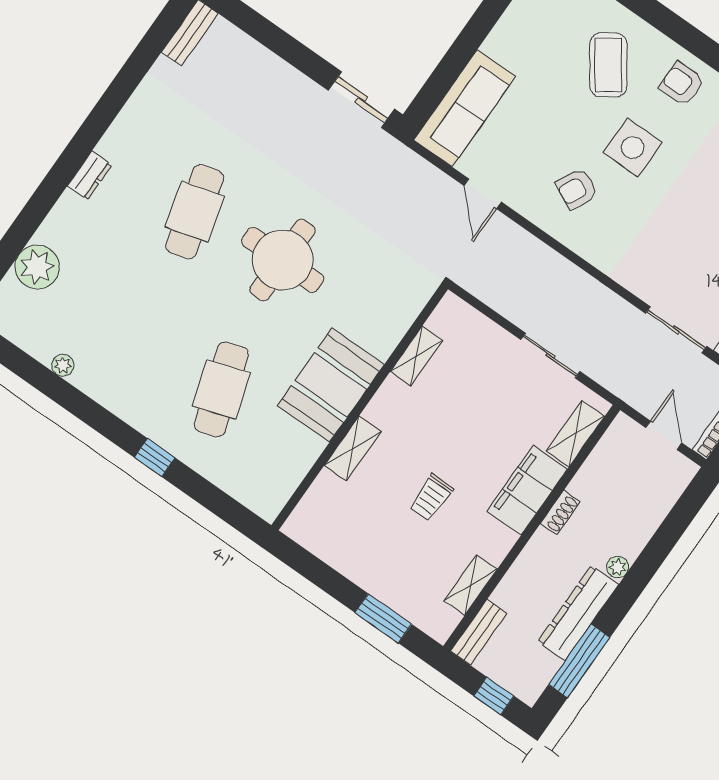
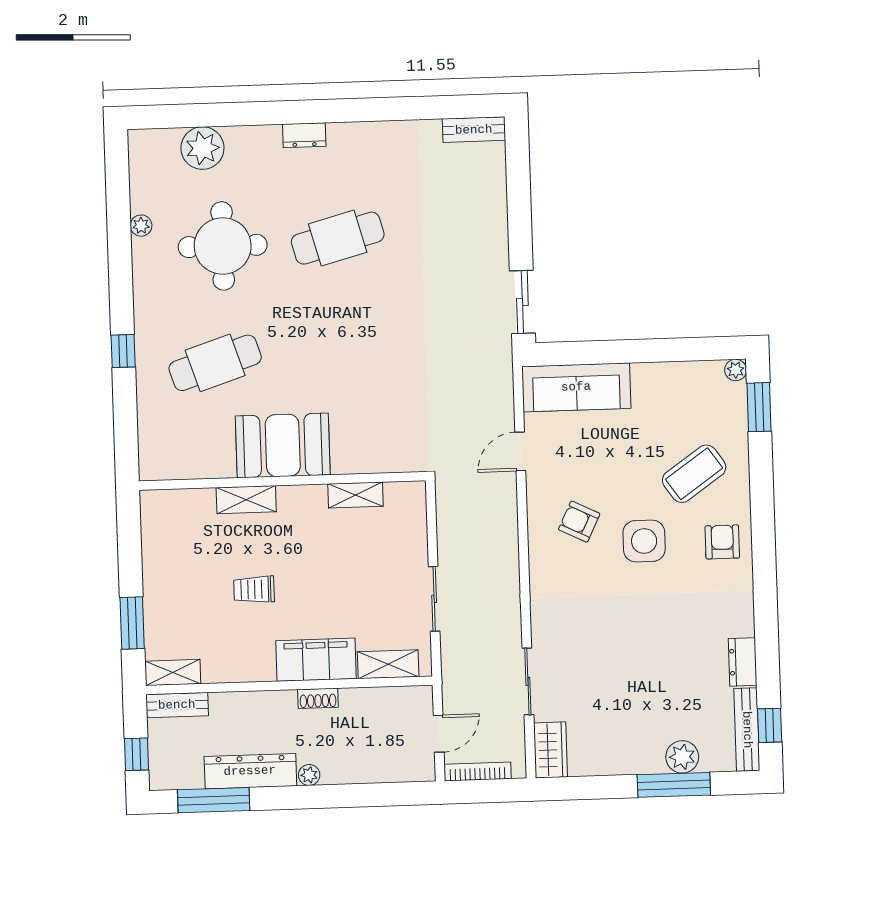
round table: (283, 260) -> (223, 246), moved
shelving: (471, 585) -> (173, 673), moved

